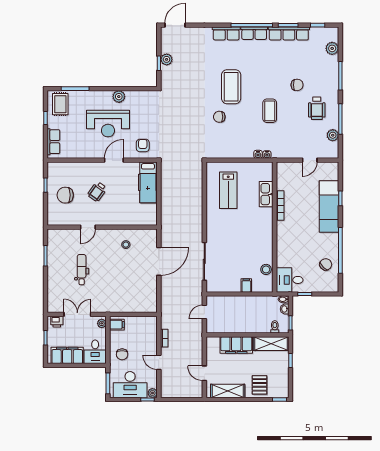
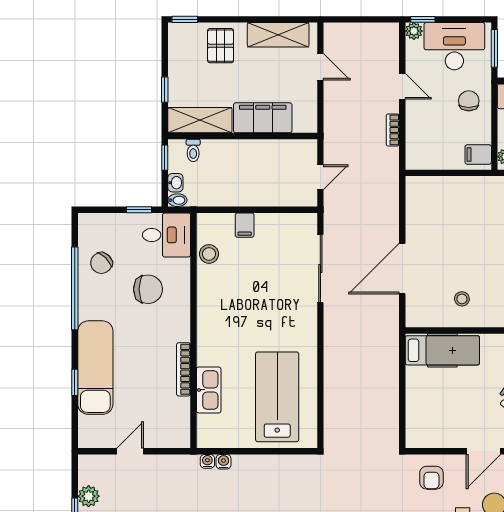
hospital bed: (148, 182) -> (442, 350), moved, turned 90
lab bench: (228, 190) -> (277, 397), width x1.36, depth x1.39
chair: (300, 250) -> (148, 289), added

